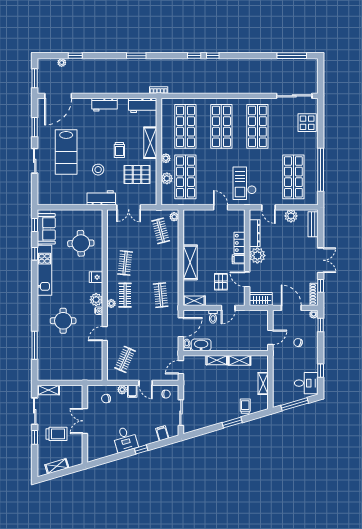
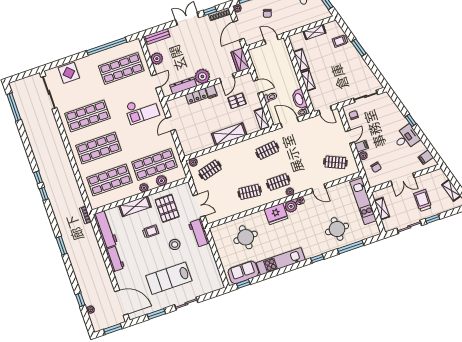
workbench: (143, 105) -> (106, 229), width x1.37
lab bench: (66, 152) -> (169, 278), turned 180
window: (35, 254) -> (317, 259), moved
fridge: (96, 277) -> (276, 214), width x1.88, depth x1.34
round table: (63, 321) -> (337, 229), moved
kitchen unit: (76, 374) -> (363, 201), added
shelving: (48, 390) -> (382, 209), moved
filing cabinet: (162, 433) -> (426, 157), moved

